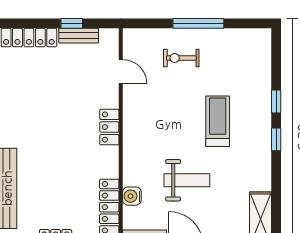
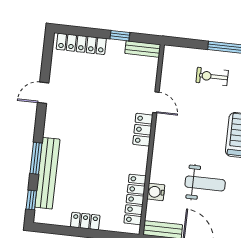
bench: (79, 36) -> (143, 49), moved
door: (121, 72) -> (156, 102), moved

